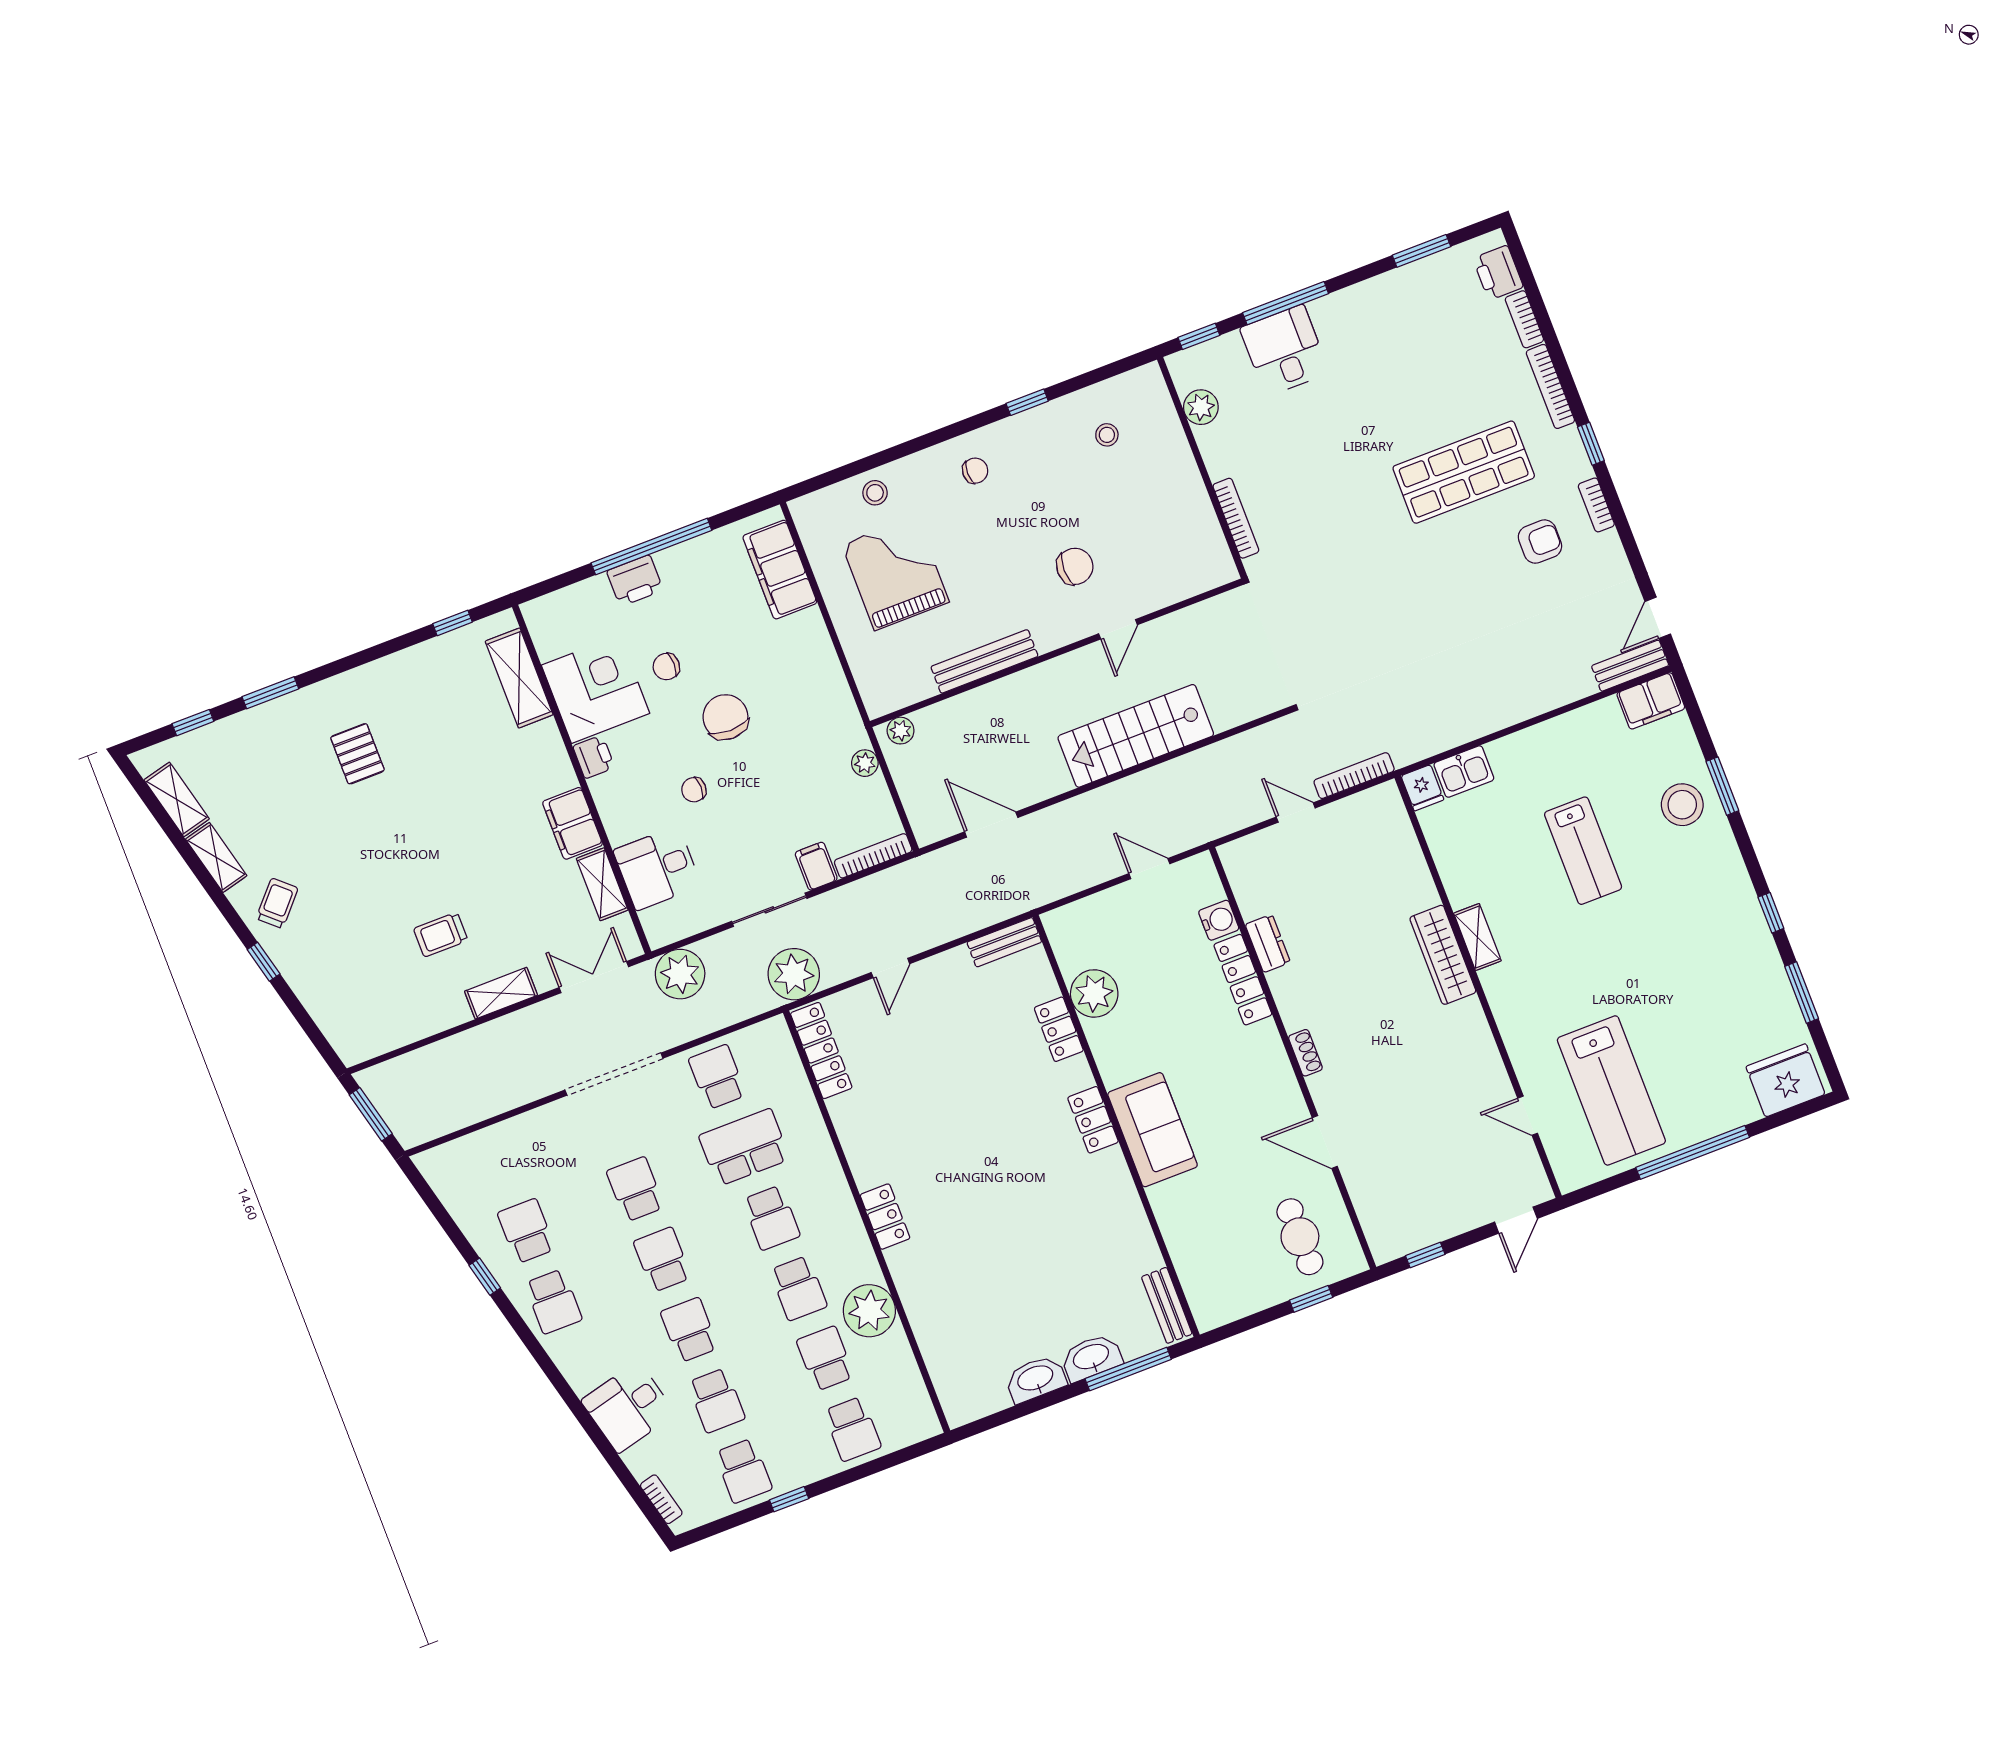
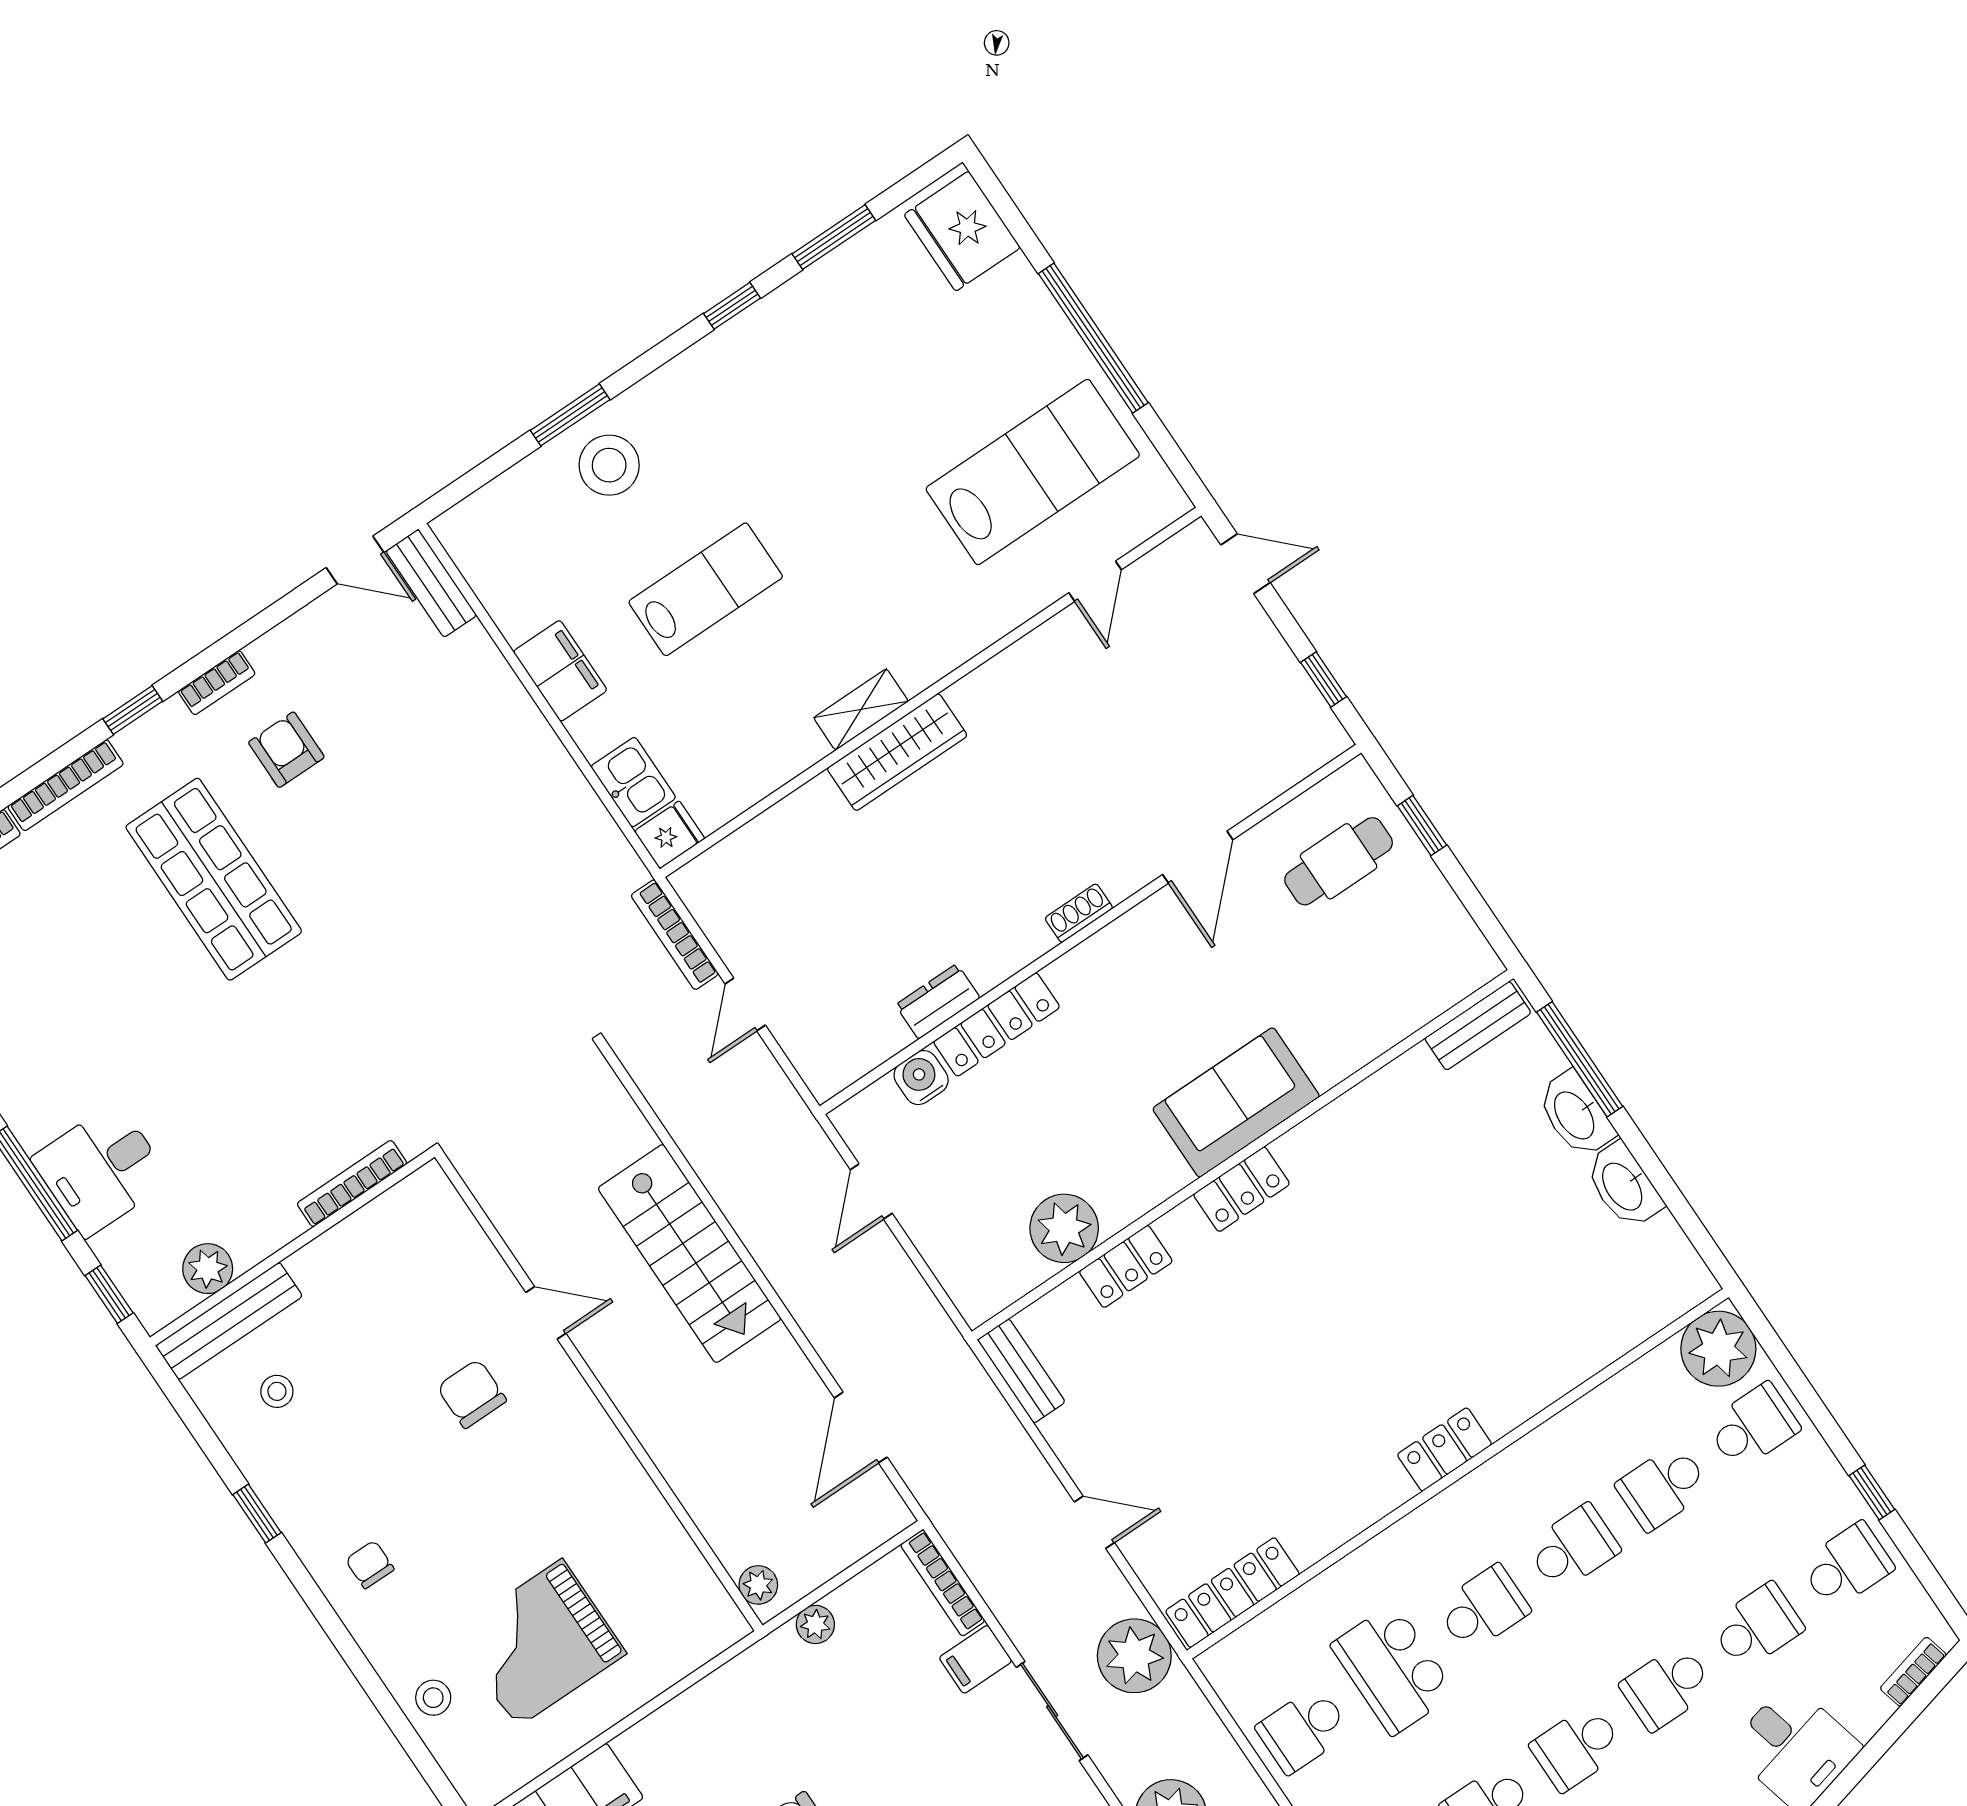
bench: (984, 661) -> (229, 1321), moved, turned 90
filing cabinet: (1651, 701) -> (560, 671), moved
plant: (869, 1311) -> (1718, 1349), moved

